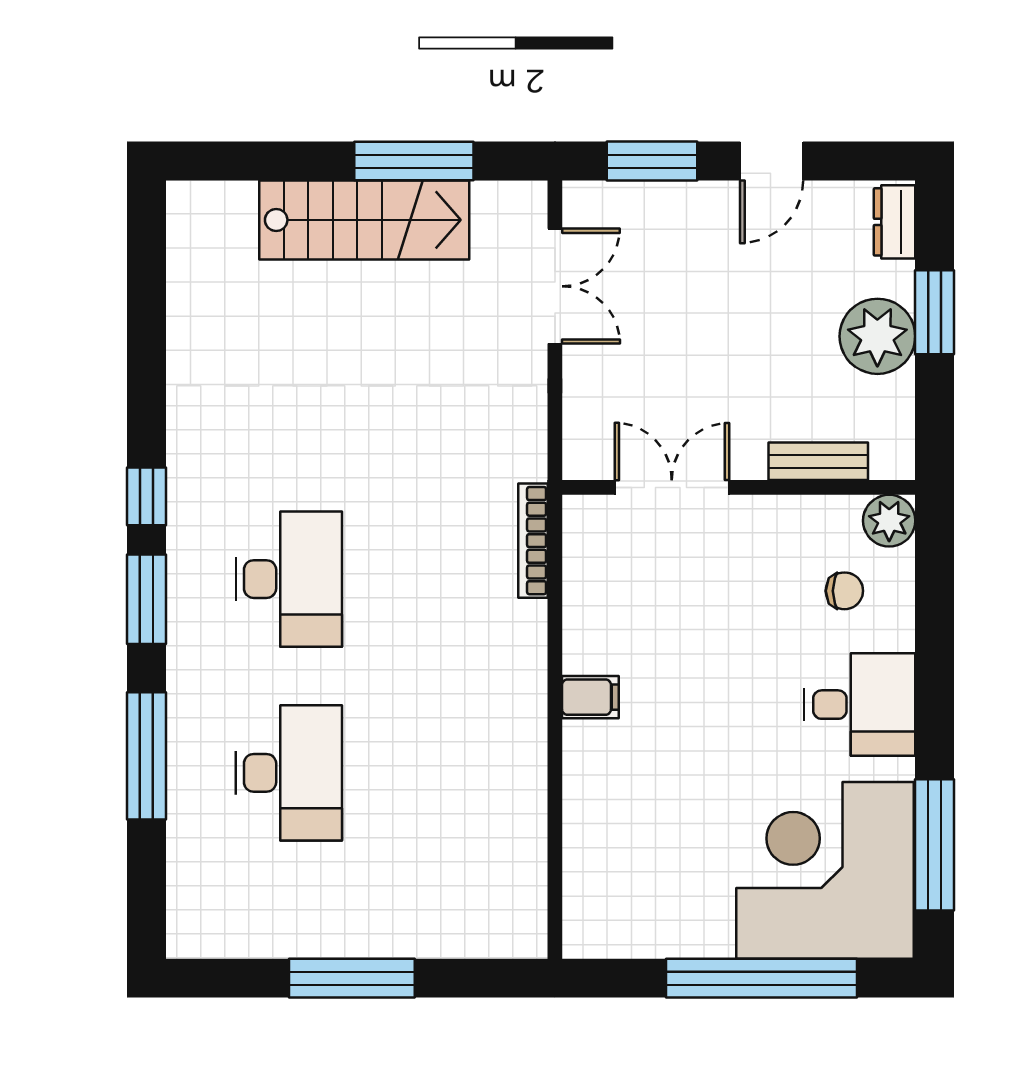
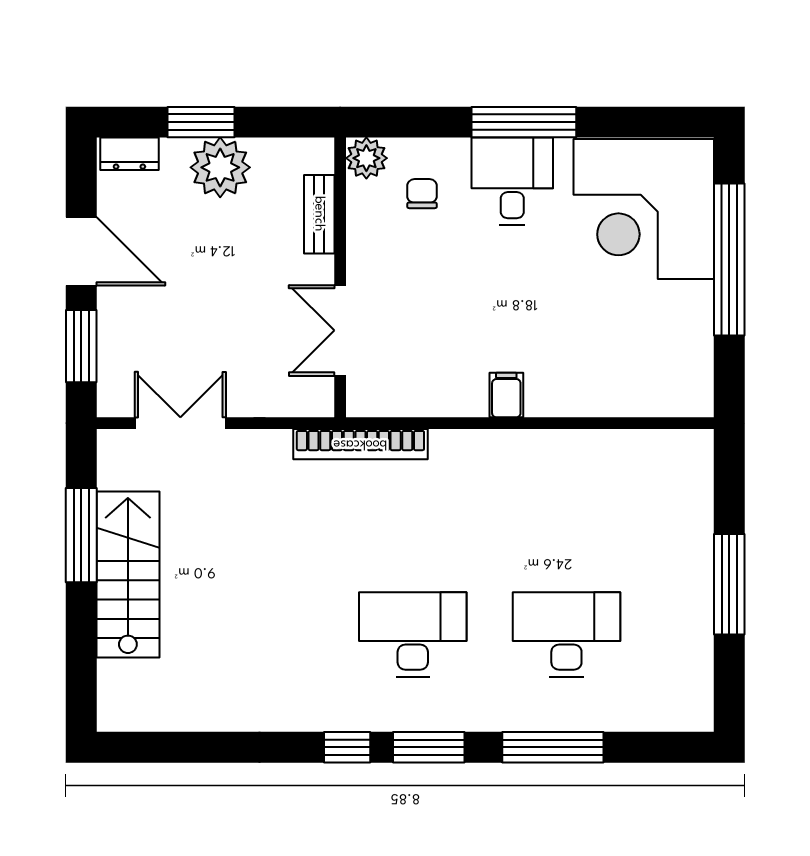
door: (772, 161) -> (81, 251), width x1.38
bookcase: (533, 541) -> (360, 444), width x1.48, depth x1.31
window: (935, 845) -> (524, 122), moved

